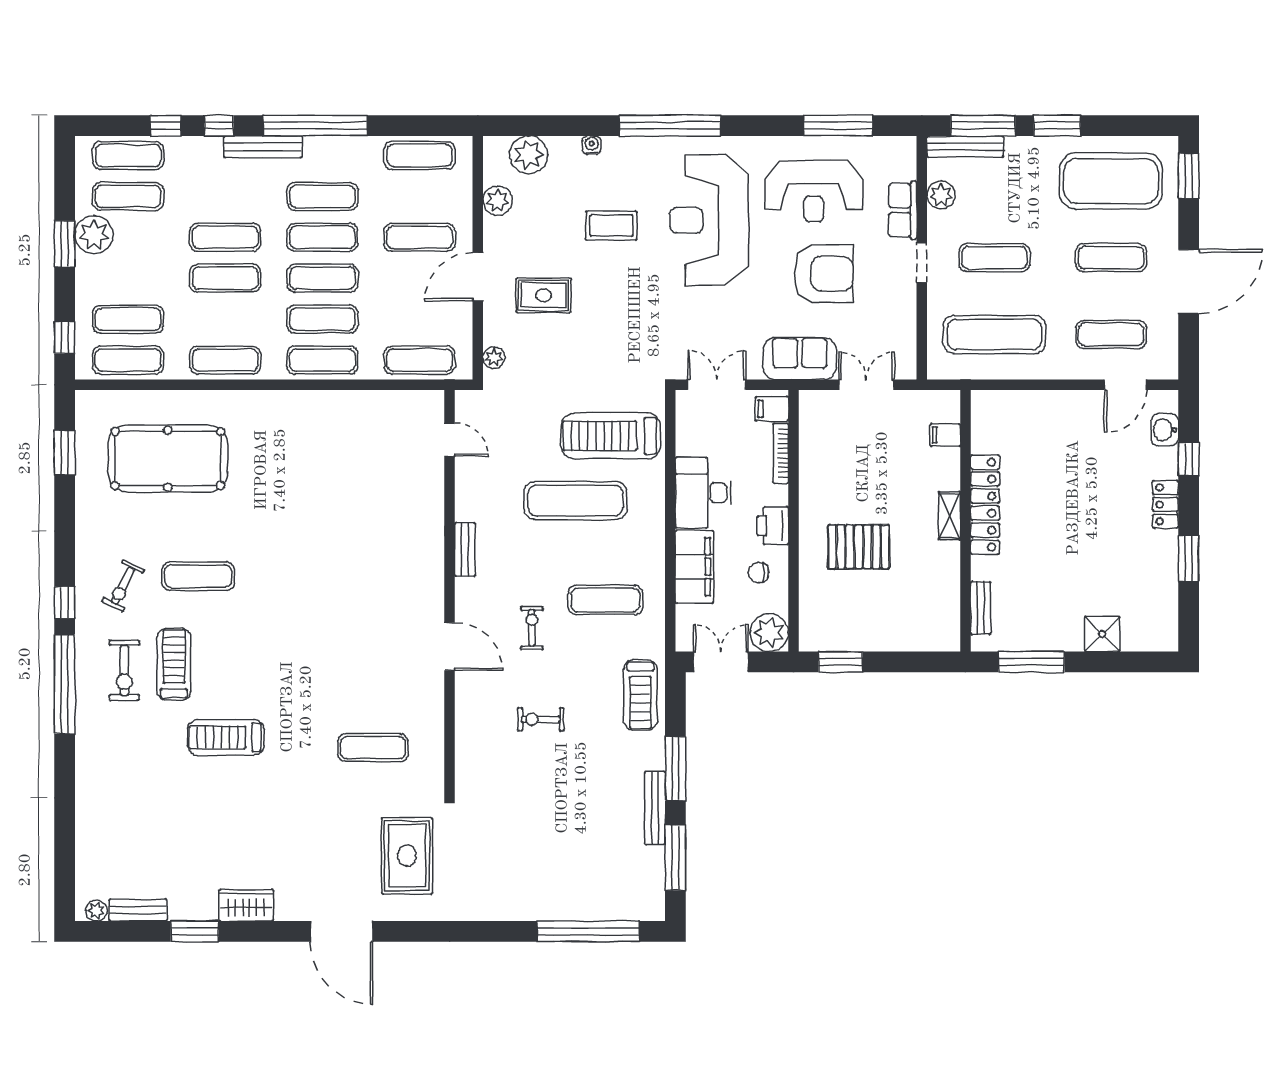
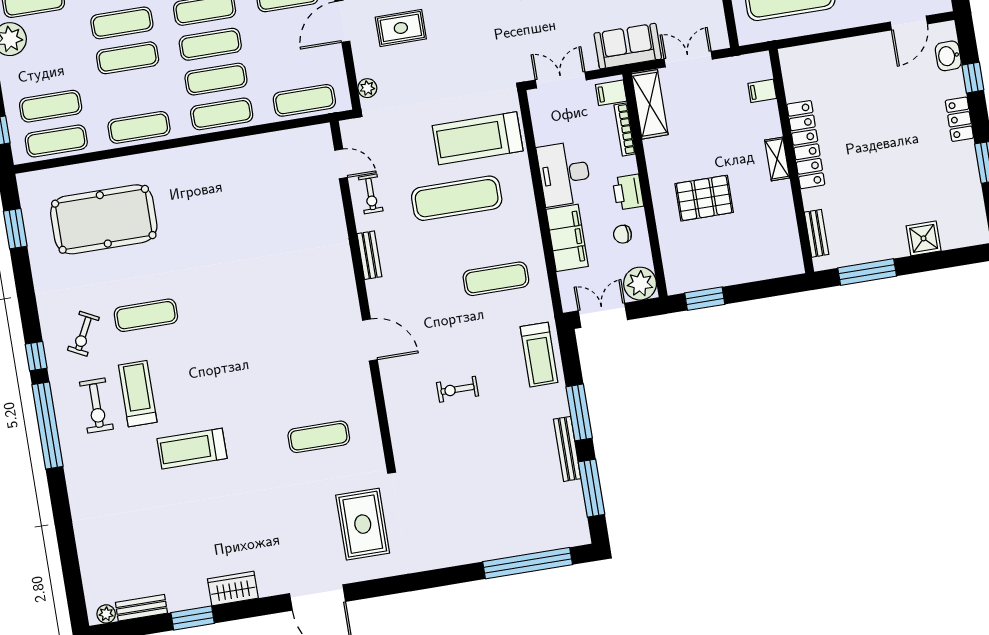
shelving: (814, 429) -> (650, 104), added
exercise bike: (532, 628) -> (371, 194), moved, turned 180

